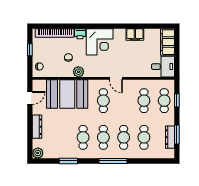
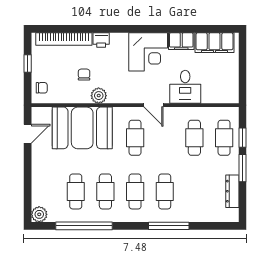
corner desk: (100, 42) -> (148, 52), moved
filing cabinet: (167, 42) -> (214, 43), moved, turned -90
desk: (163, 67) -> (185, 87), moved, turned 90
dresser: (37, 127) -> (38, 176), removed
window: (177, 135) -> (243, 168), moved
cafe table: (144, 137) -> (76, 191), moved
window: (68, 161) -> (84, 226), width x2.11
window: (113, 161) -> (169, 226), moved

